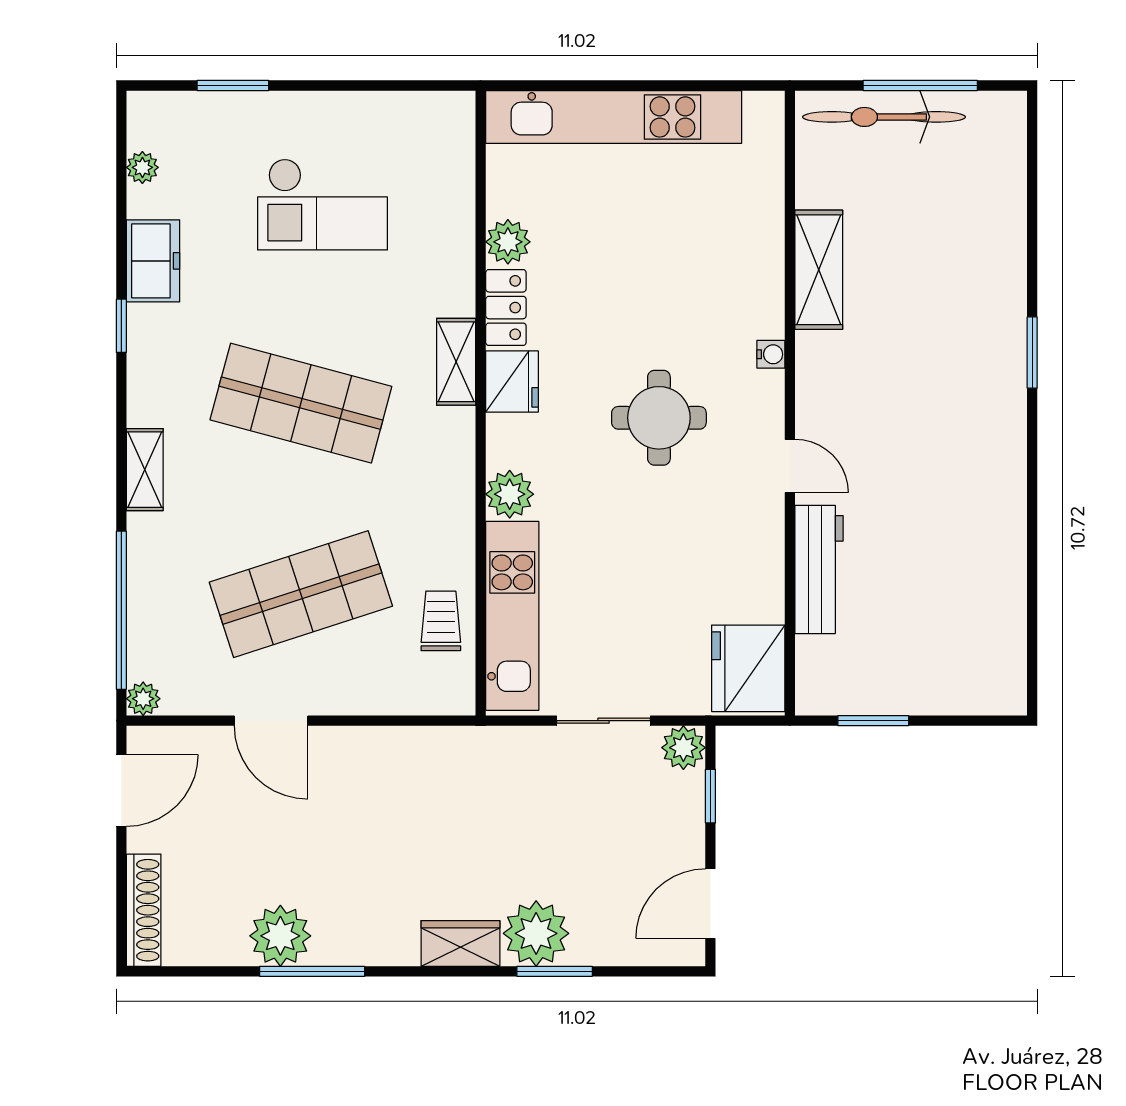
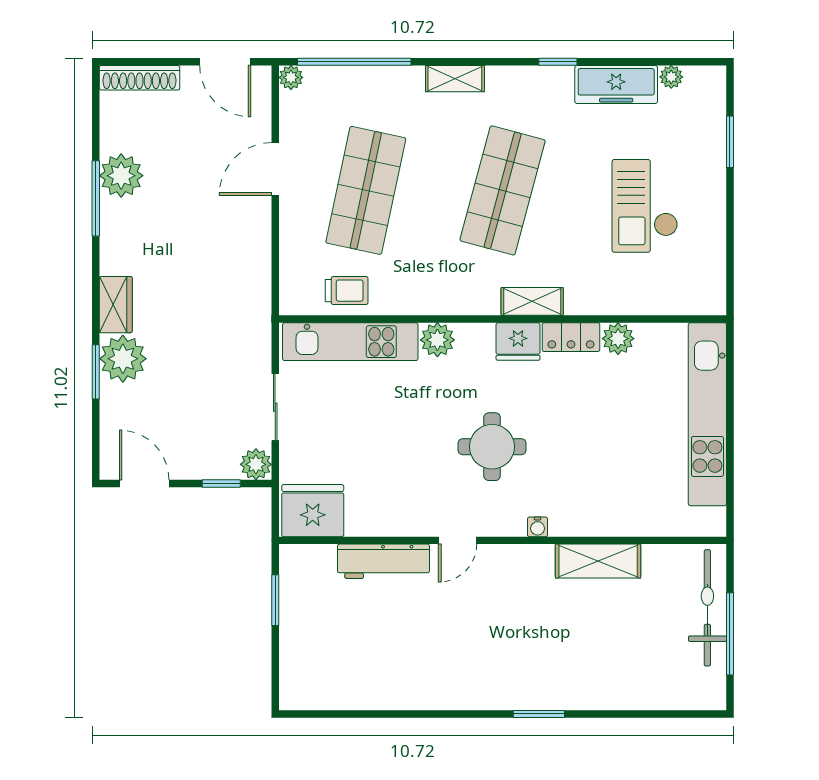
freezer: (153, 261) -> (616, 84), width x1.40
shop shelf: (301, 594) -> (366, 190), turned 30

